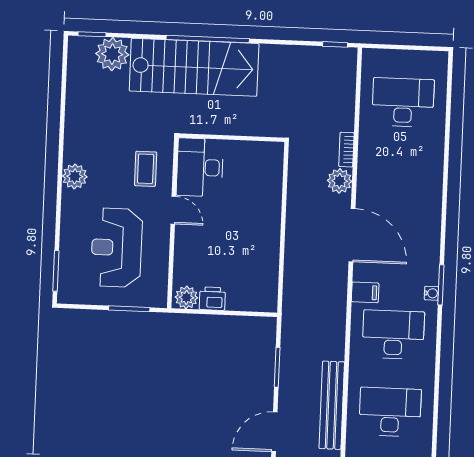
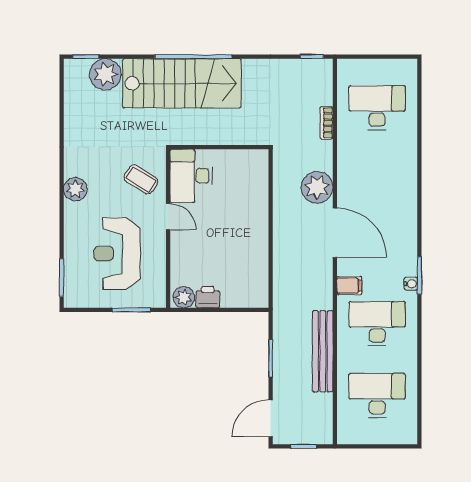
bookcase: (346, 150) -> (326, 123), moved
coffee table: (146, 169) -> (141, 179), turned -58
plant: (340, 181) -> (317, 187), width x1.36, depth x1.36
bench: (332, 405) -> (323, 351), moved

